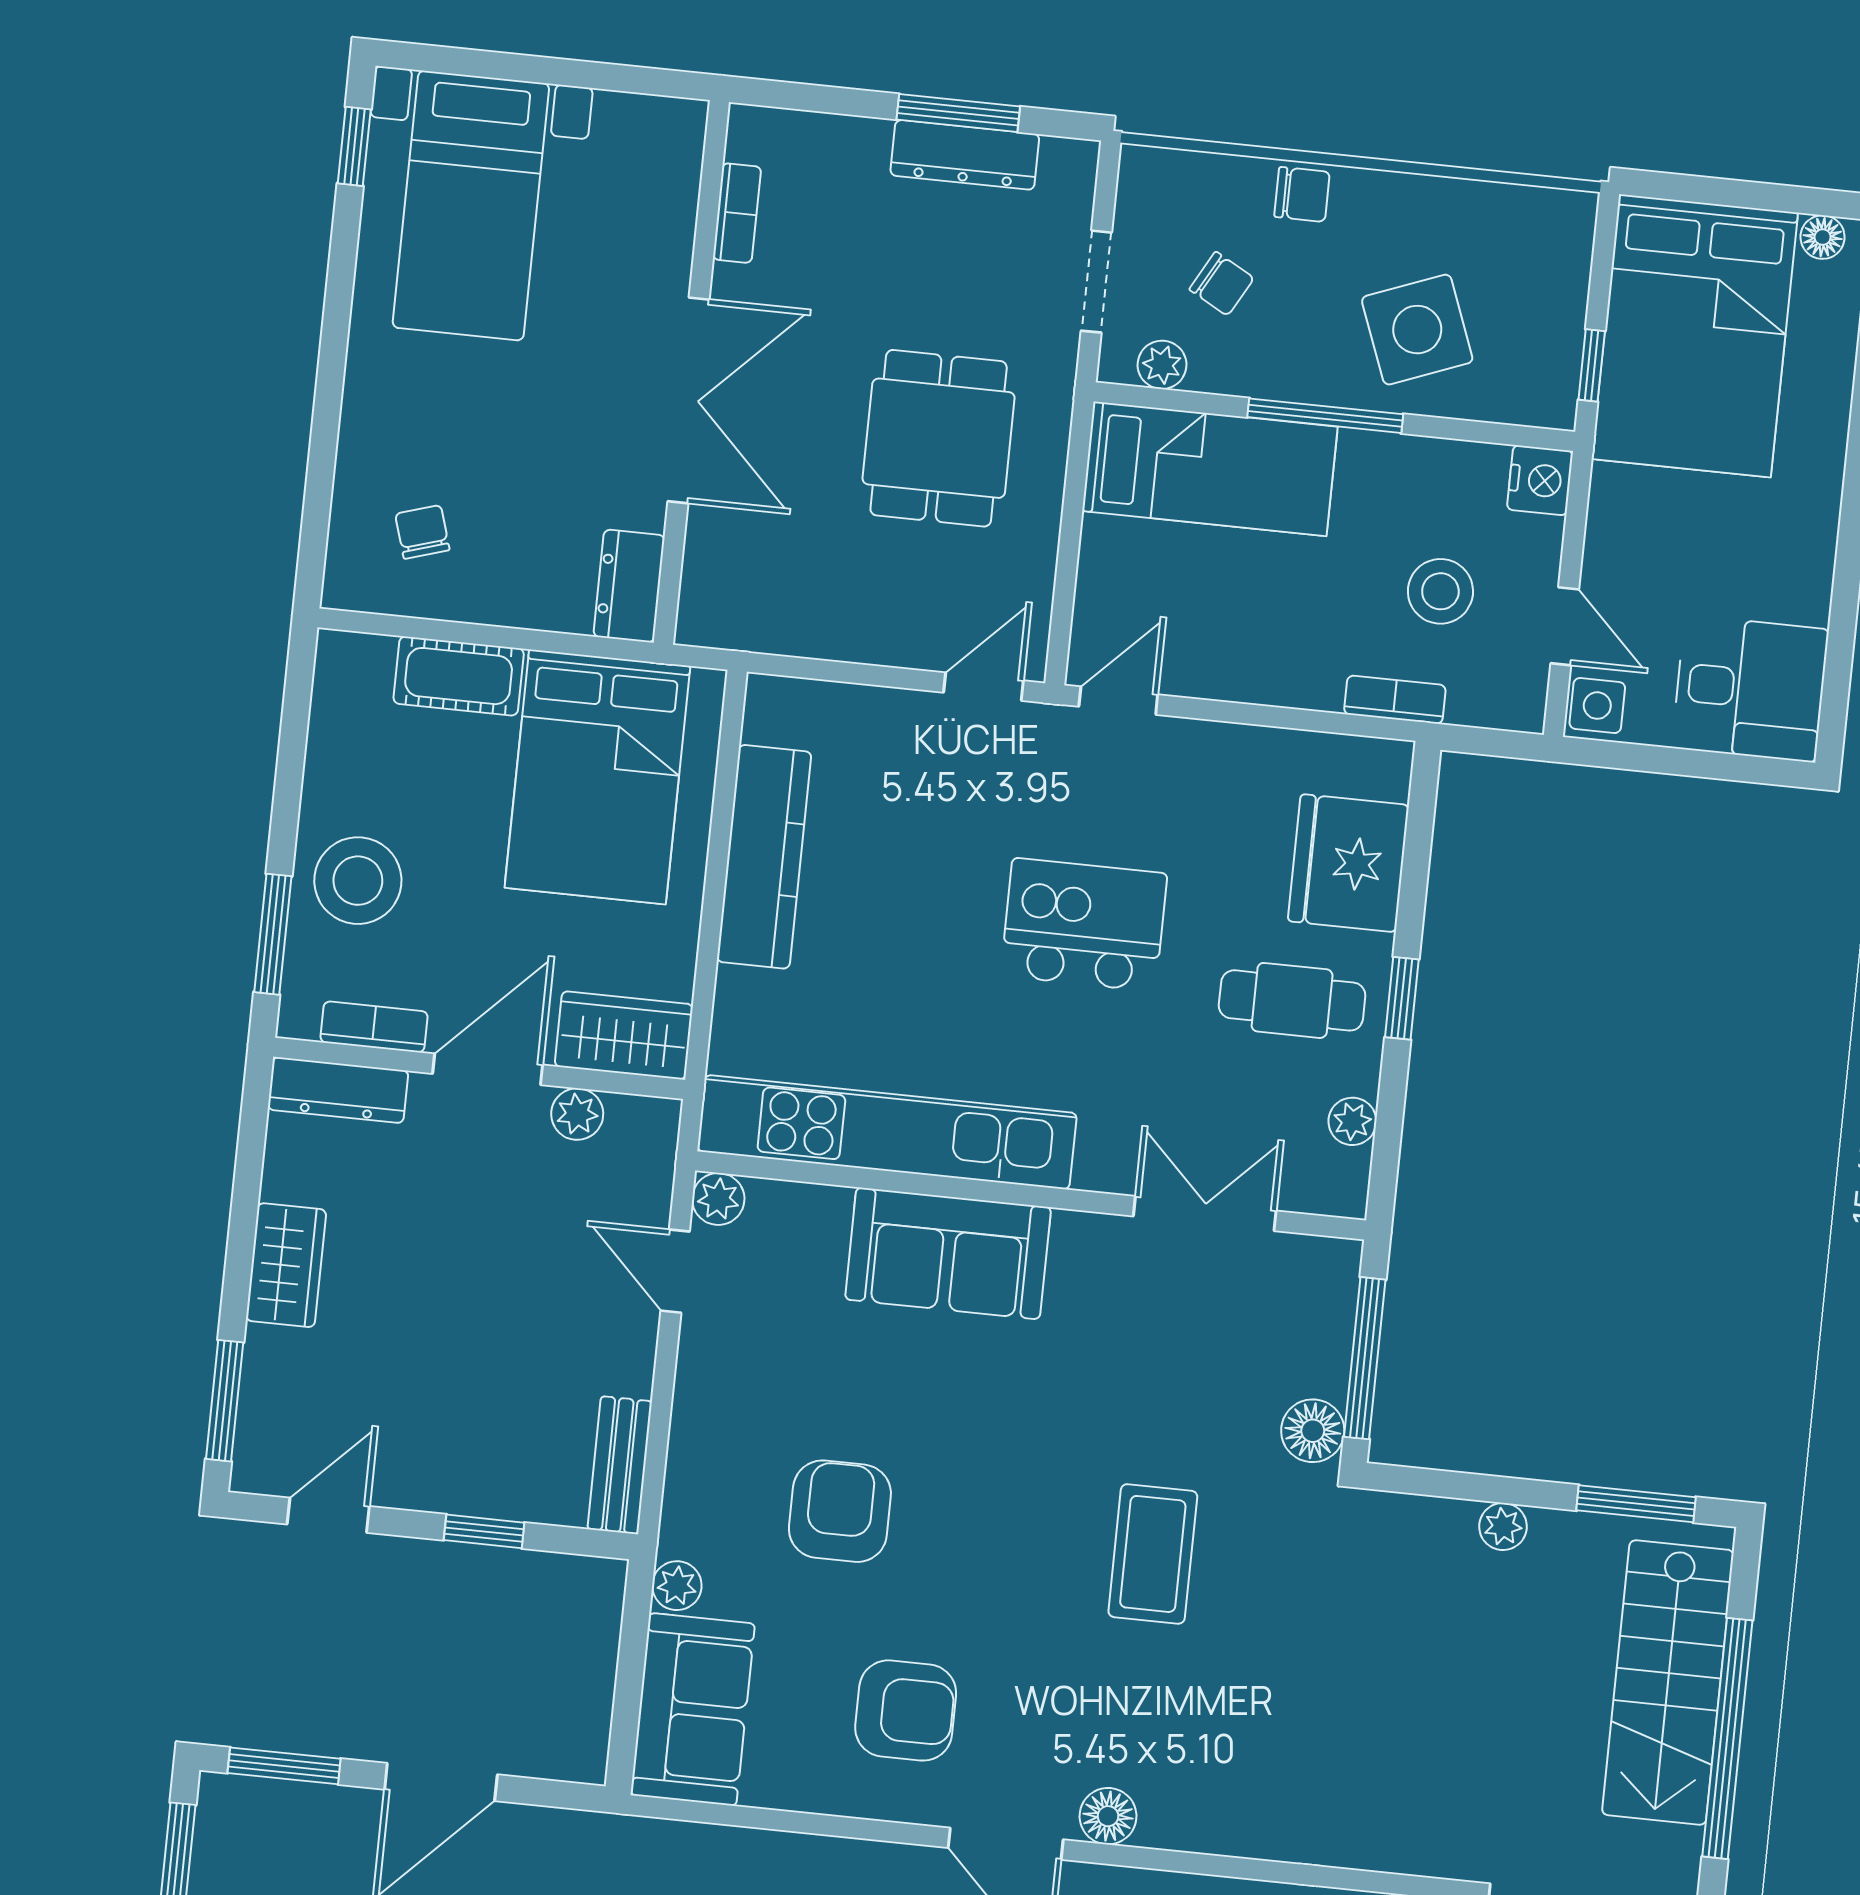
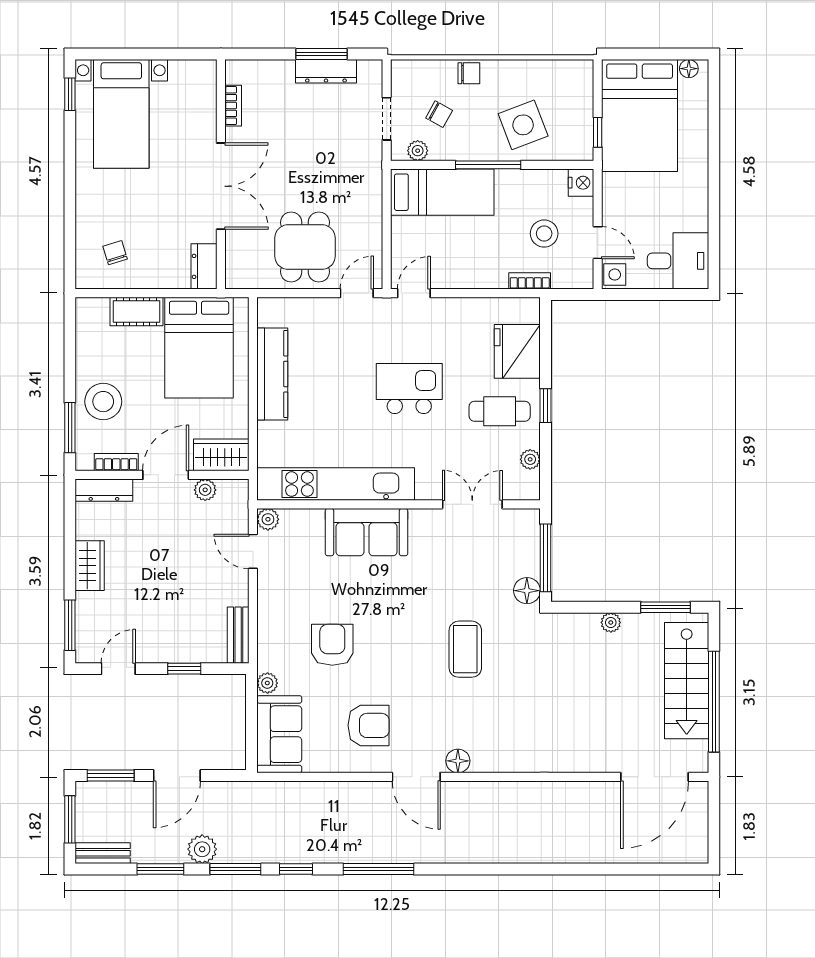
dining table: (939, 438) -> (305, 247), moved

